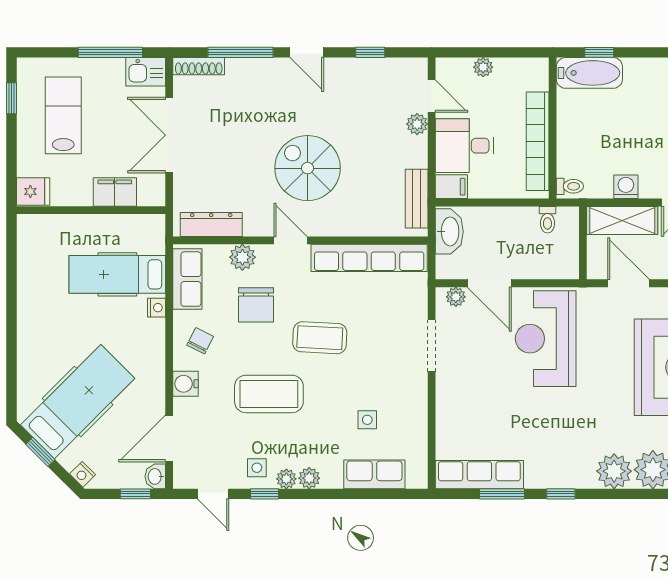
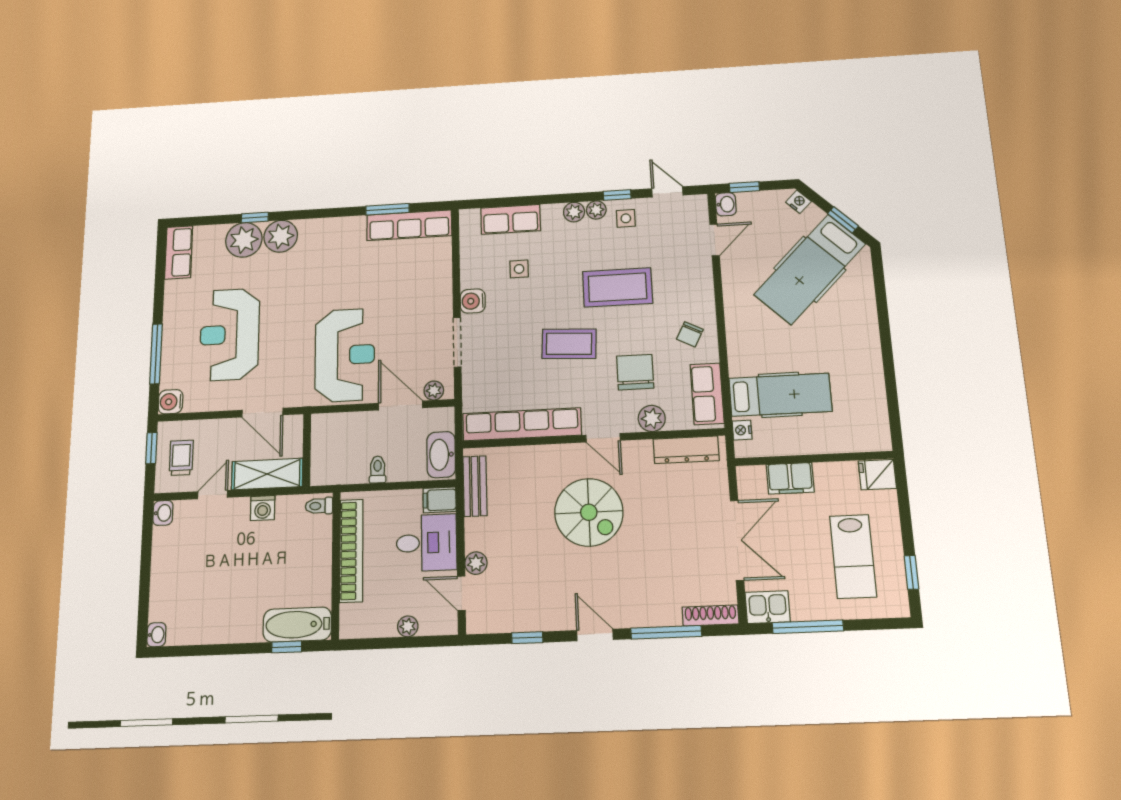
toilet: (547, 220) -> (378, 469), moved
nightstand: (156, 308) -> (742, 430), moved
water cooler: (186, 384) -> (473, 301), moved, turned 180
door: (169, 439) -> (715, 240), width x0.73
window: (561, 494) -> (255, 218), moved

